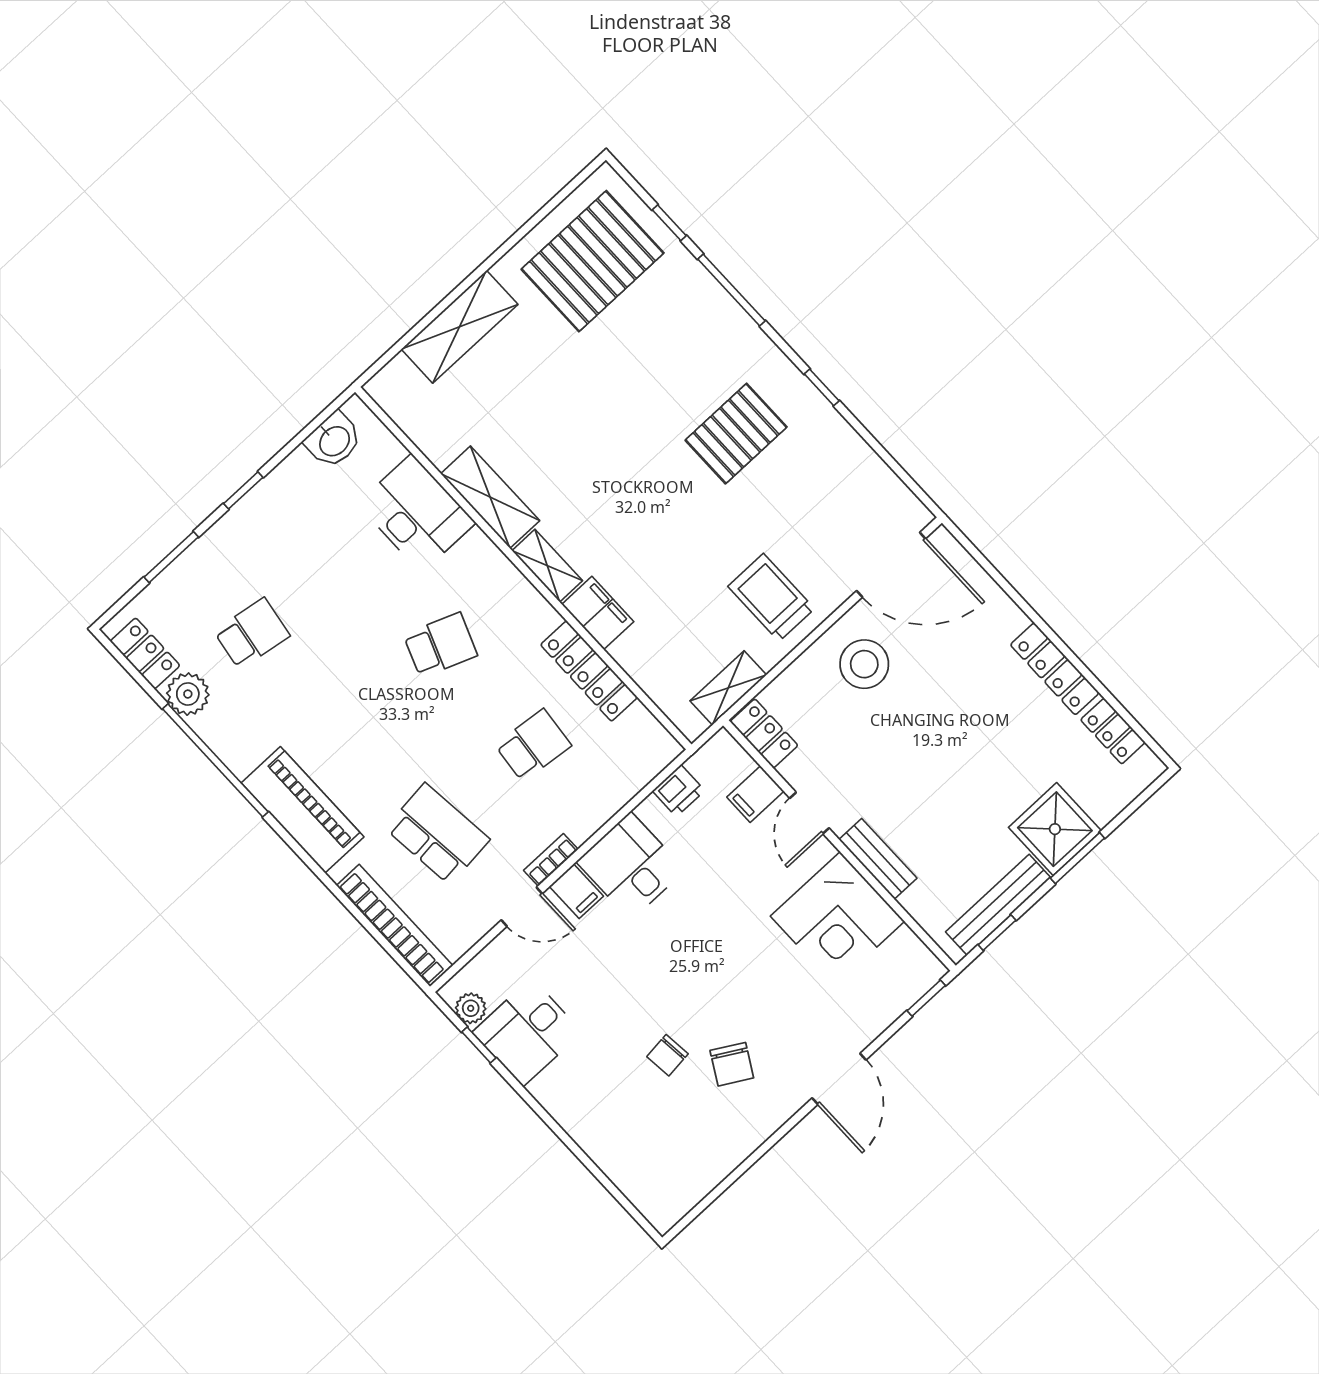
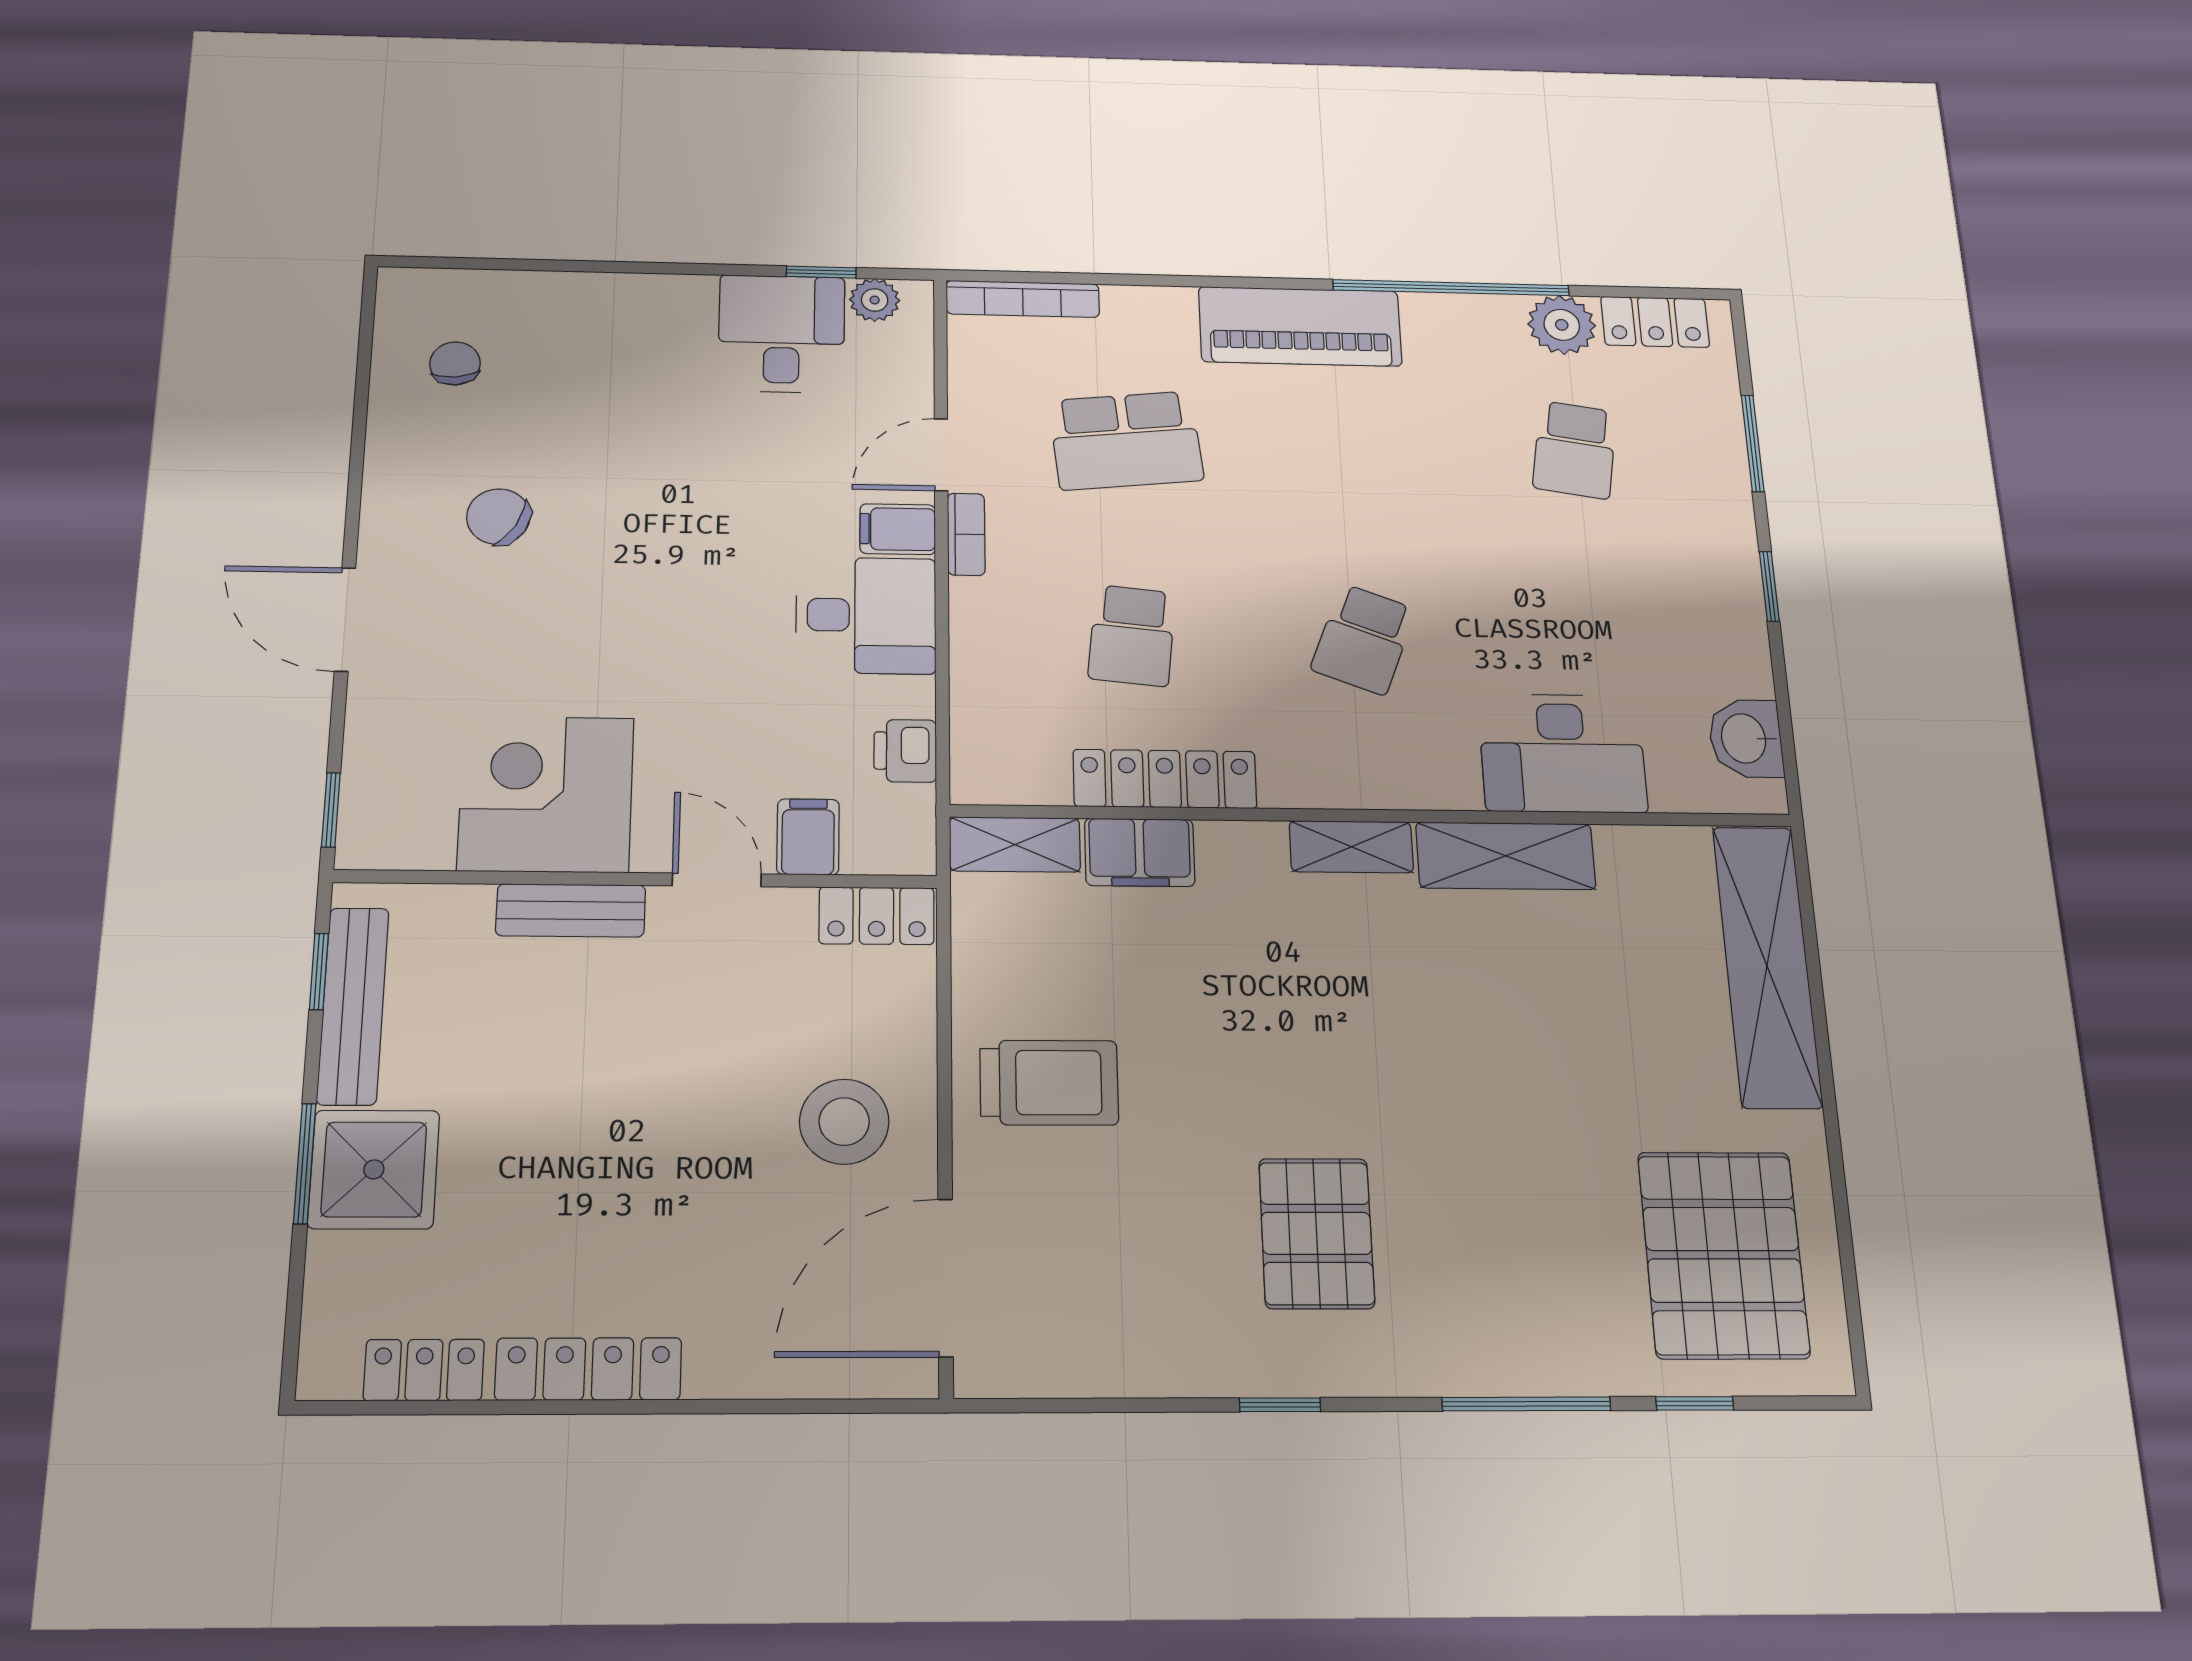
shelving: (460, 327) -> (1767, 966), width x1.47
filing cabinet: (598, 613) -> (1140, 852), moved
shelving: (728, 688) -> (1015, 845), moved, turned 90
bookcase: (395, 925) -> (1023, 299), width x0.68, depth x0.76
chair: (667, 1055) -> (455, 363), moved

